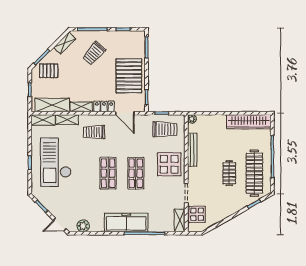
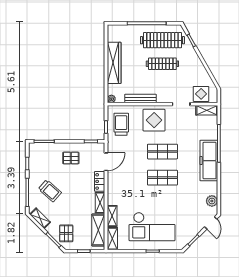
pallet: (129, 76) -> (71, 158), width x0.49, depth x0.50
wardrobe: (249, 122) -> (114, 63), moved
trolley: (94, 132) -> (124, 191), removed
clothes rail: (229, 173) -> (162, 64), width x1.36

